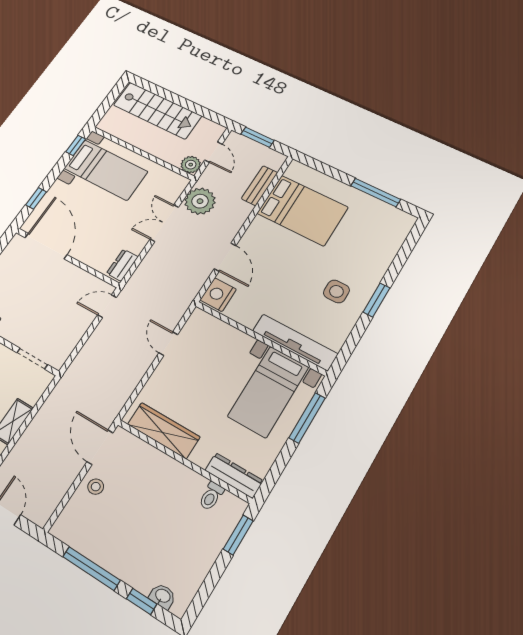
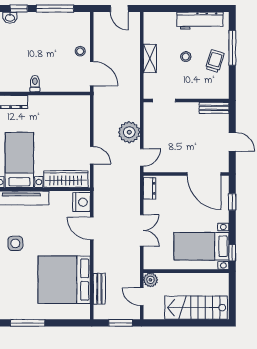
plant: (200, 201) -> (129, 132), moved
bed: (302, 210) -> (64, 280), width x1.36
wardrobe: (164, 431) -> (66, 179), moved, turned 180
toilet: (211, 496) -> (35, 84), moved

